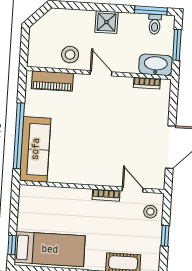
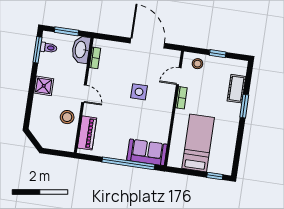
door: (101, 73) -> (84, 94), swing flipped
side table: (109, 142) -> (139, 92), added
sofa: (35, 149) -> (147, 152), width x0.73
bed: (50, 249) -> (198, 143), moved

